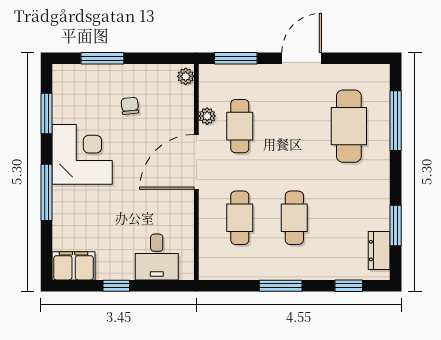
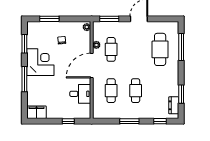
desk: (157, 257) -> (80, 94), moved, turned -90
window: (116, 286) -> (68, 121), moved

